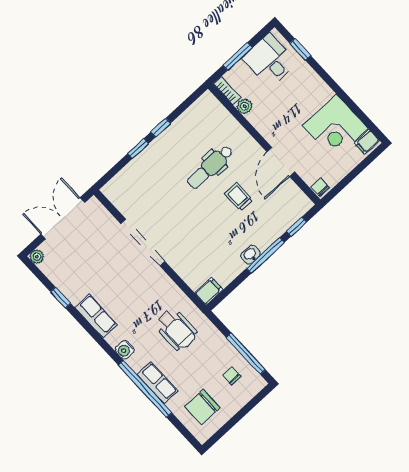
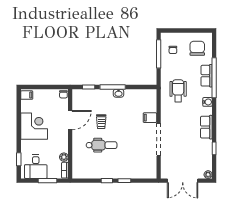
corner desk: (335, 127) -> (34, 126), moved
filing cabinet: (209, 291) -> (150, 118), moved
chair: (202, 407) -> (197, 48), turned -90

